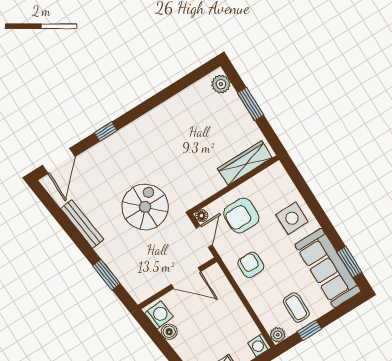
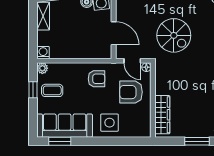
armchair: (241, 216) -> (131, 92), turned -90
door: (186, 278) -> (114, 33), swing flipped

